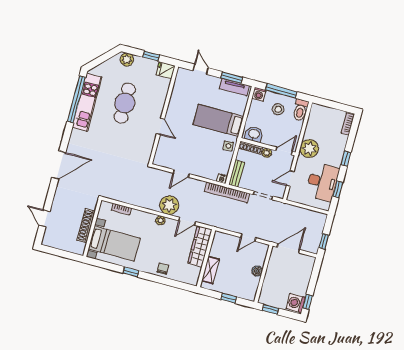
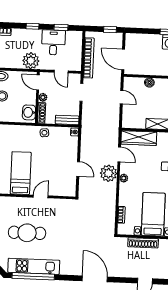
bed: (218, 120) -> (21, 173), moved, turned 180
desk: (322, 182) -> (53, 42), width x0.73
bookcase: (227, 192) -> (89, 58), moved

